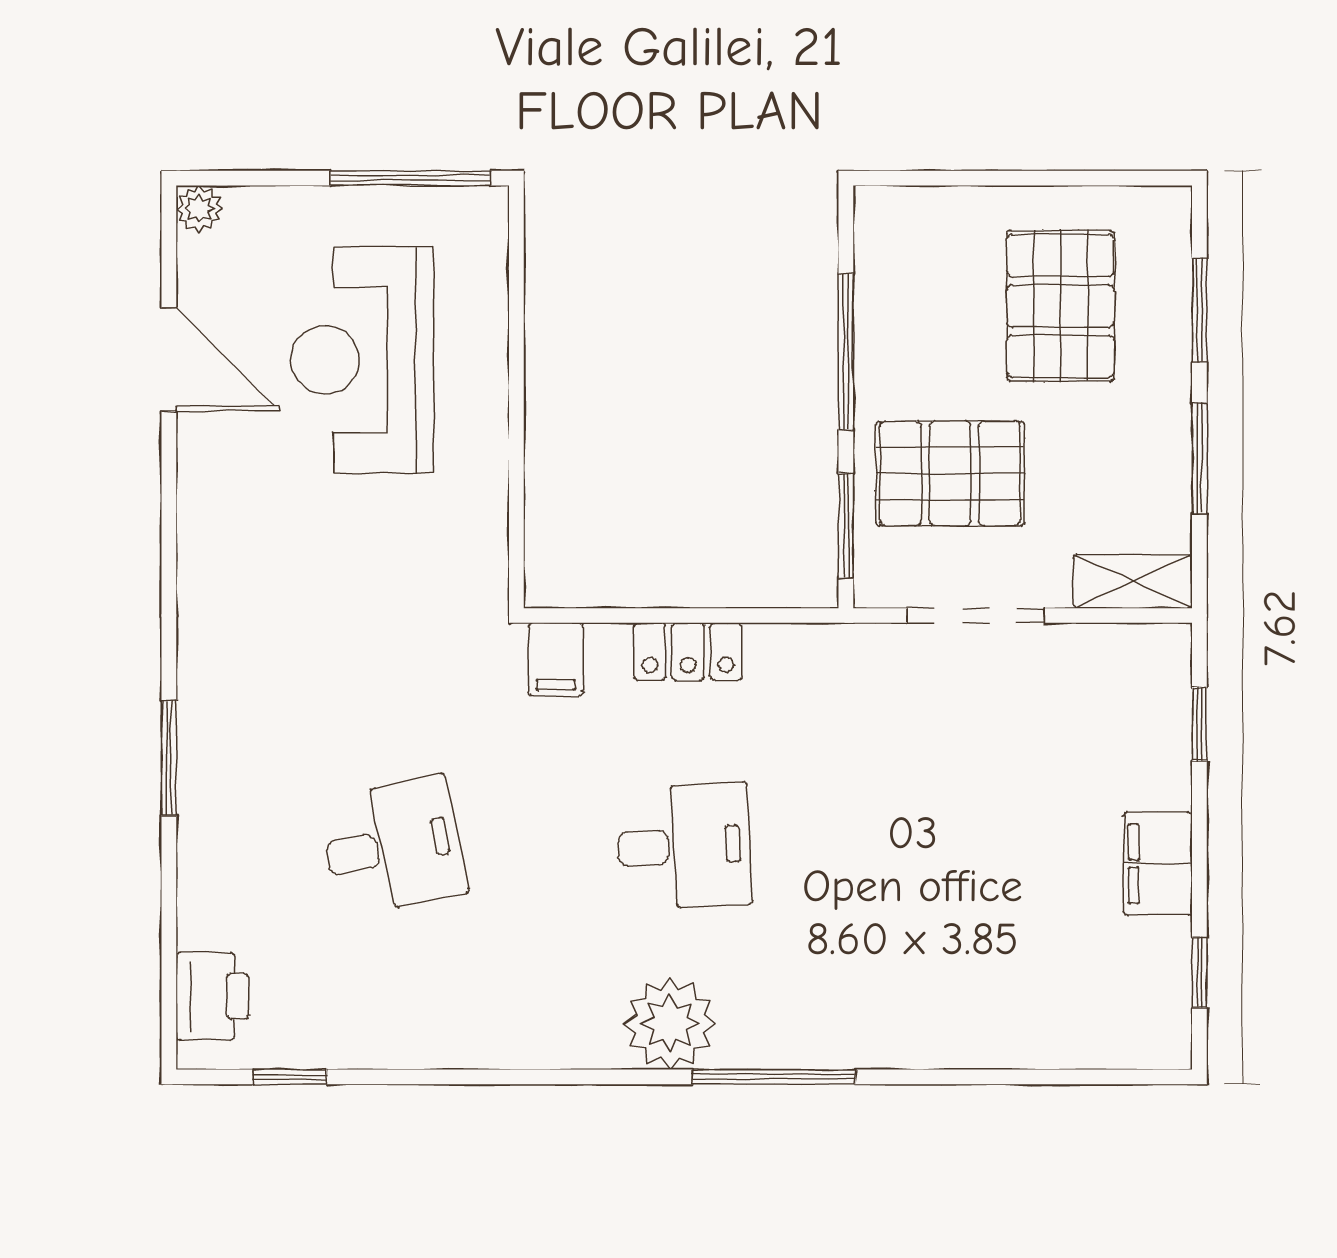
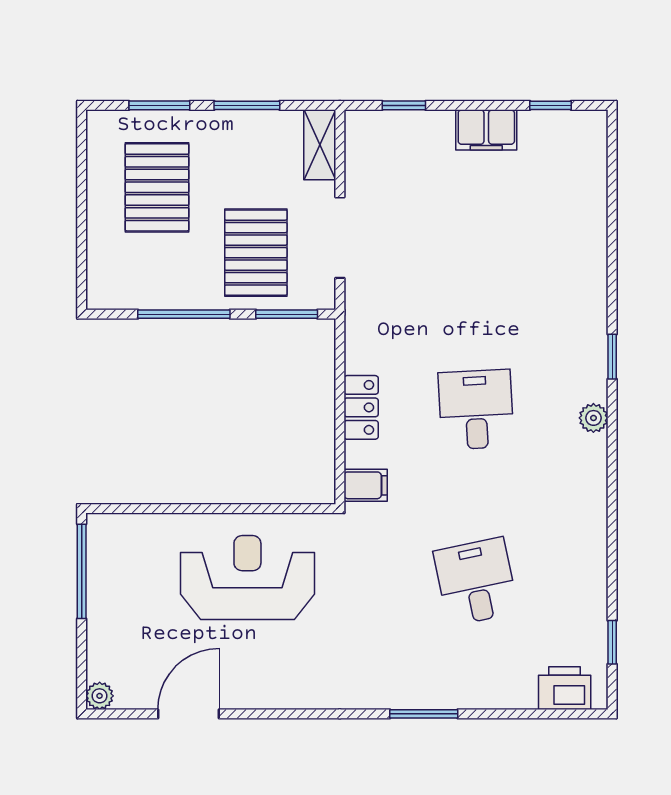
pallet: (1061, 306) -> (157, 187), turned 90
reception desk: (362, 360) -> (247, 578), moved, turned 180
plant: (670, 1024) -> (593, 418), width x0.53, depth x0.53
window: (774, 1077) -> (612, 357), width x0.46

